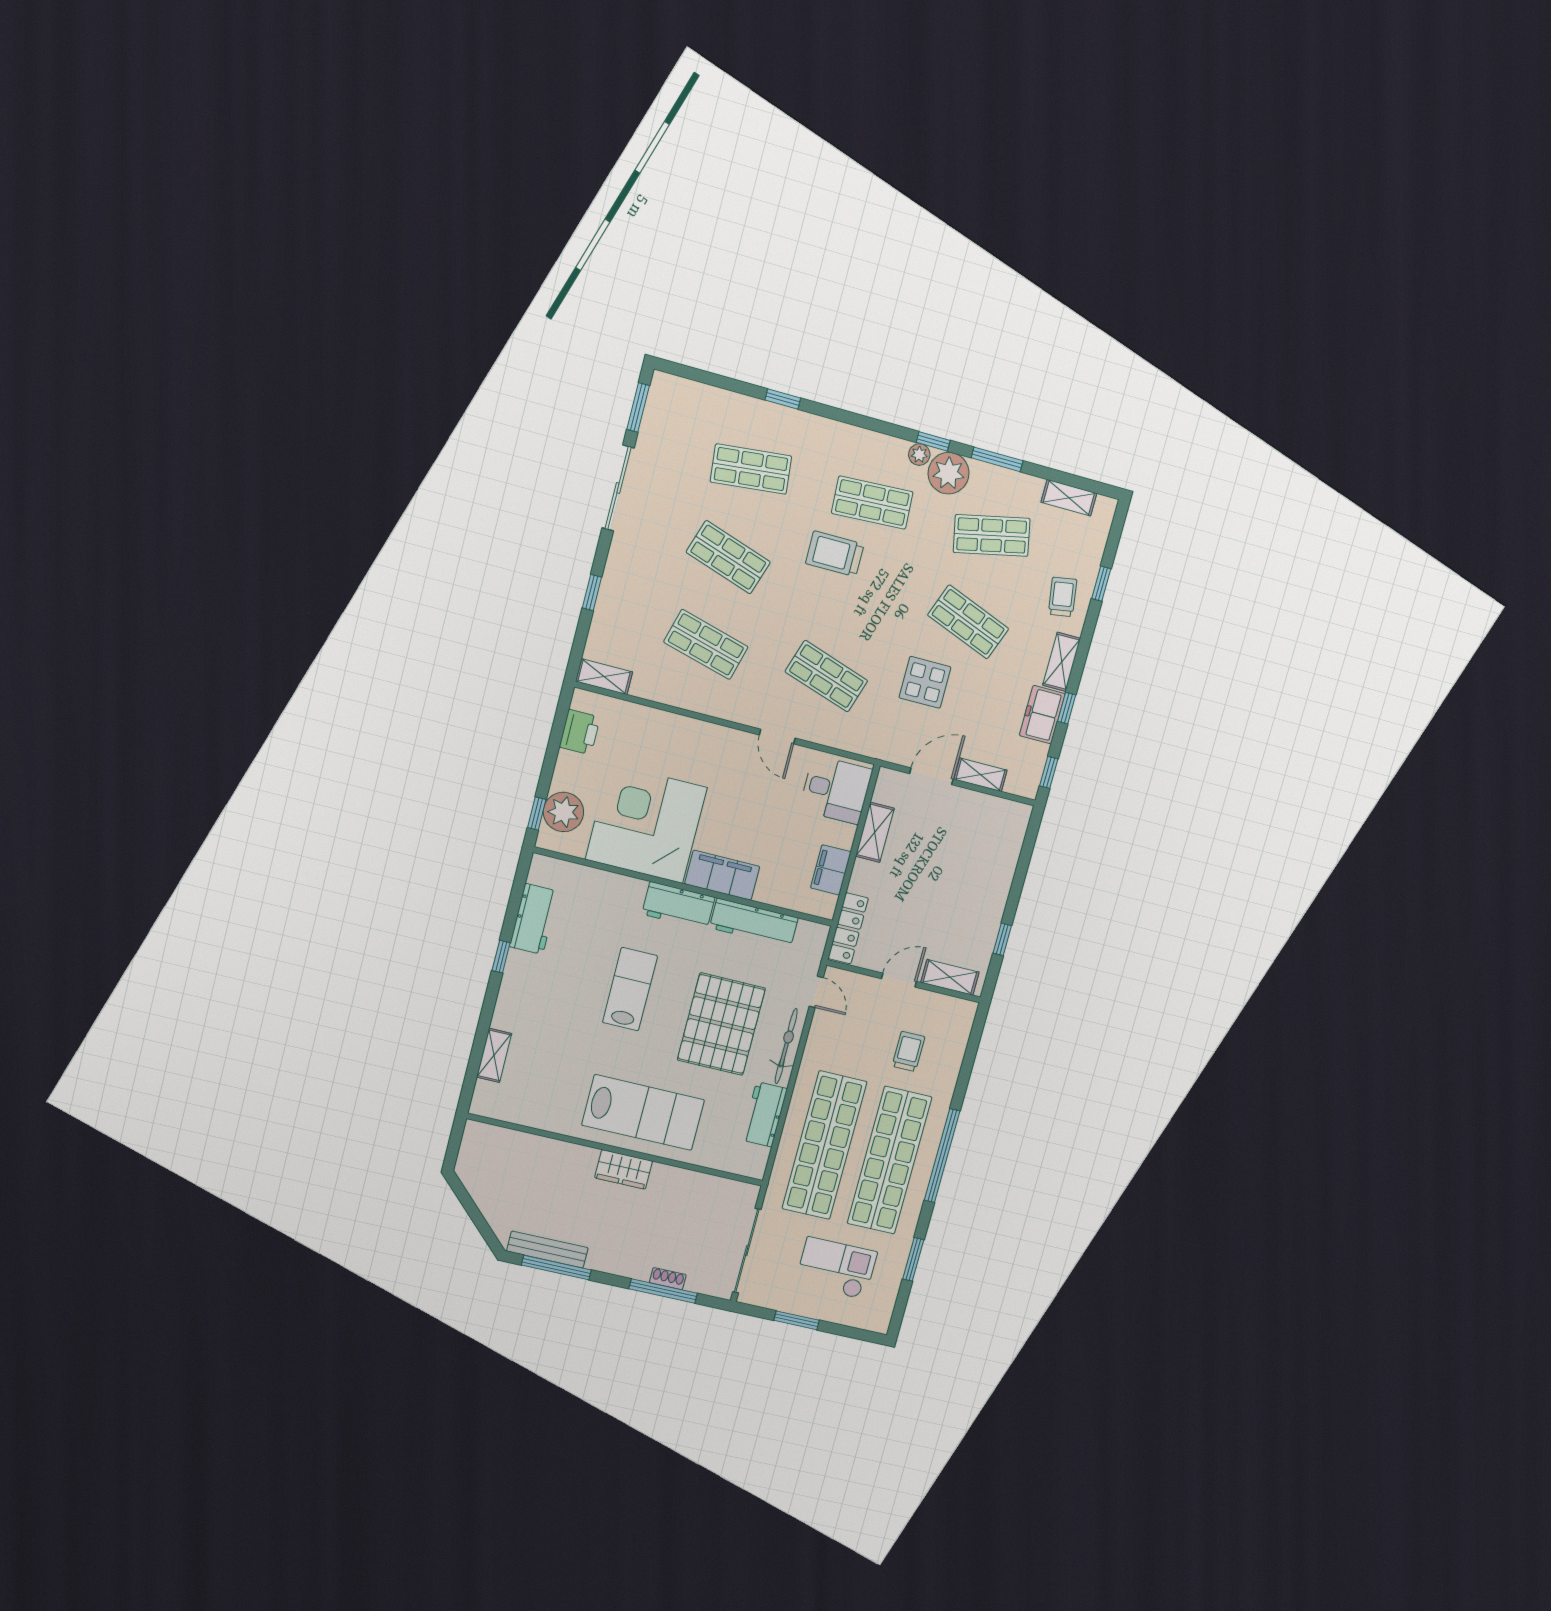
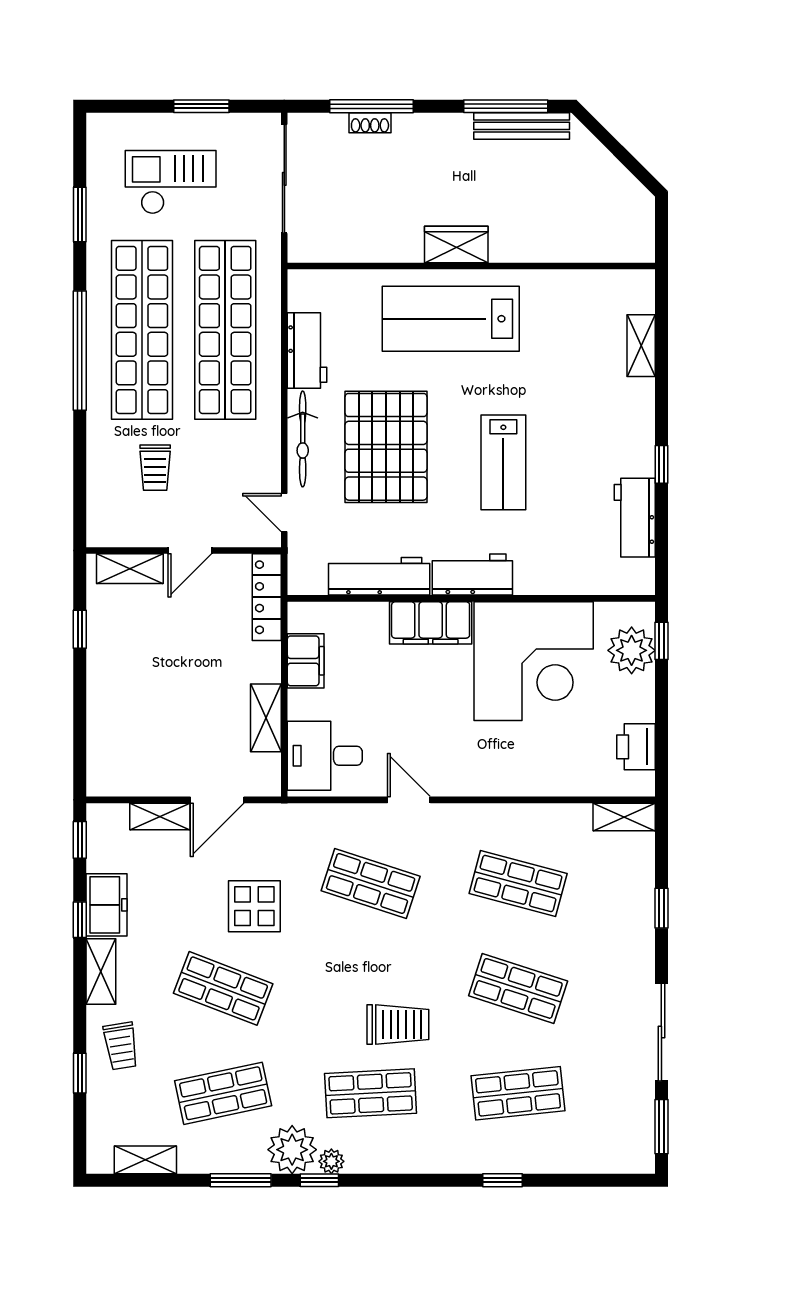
checkout: (836, 1268) -> (171, 182), turned 180

